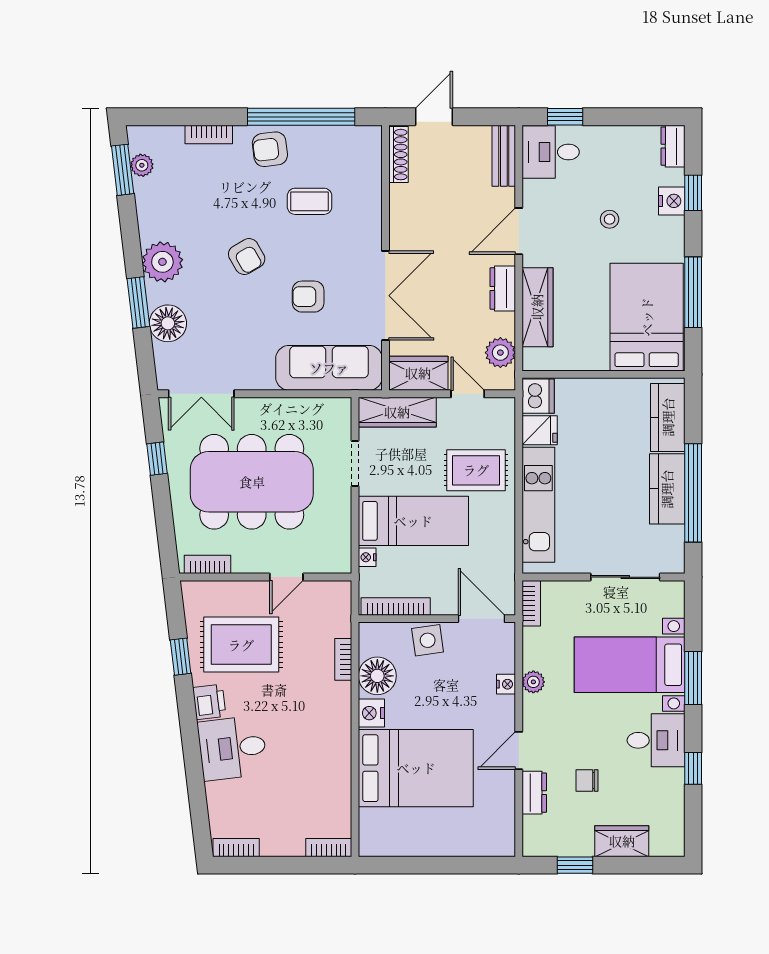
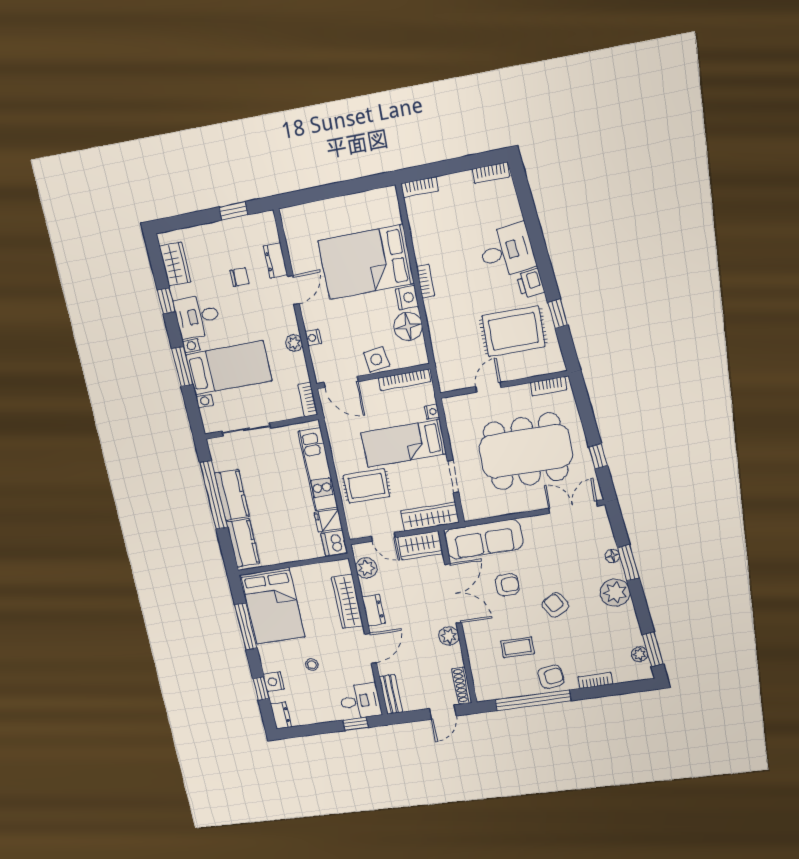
plant: (403, 233) -> (449, 636), added
double door: (386, 296) -> (453, 594), swing flipped
floor lamp: (168, 323) -> (613, 556), width x0.53, depth x0.53
bookcase: (343, 659) -> (426, 281), moved
wardrobe: (622, 841) -> (175, 264), moved, turned -90

